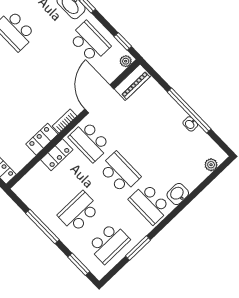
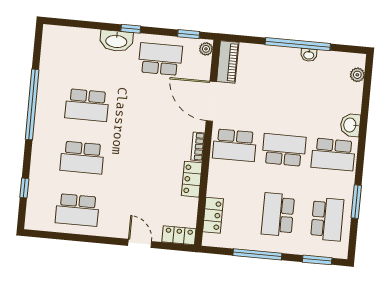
locker: (57, 155) -> (213, 215), moved

